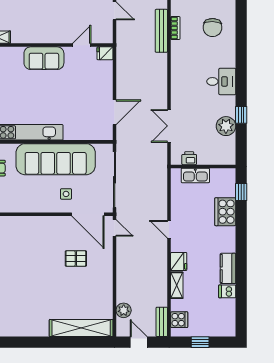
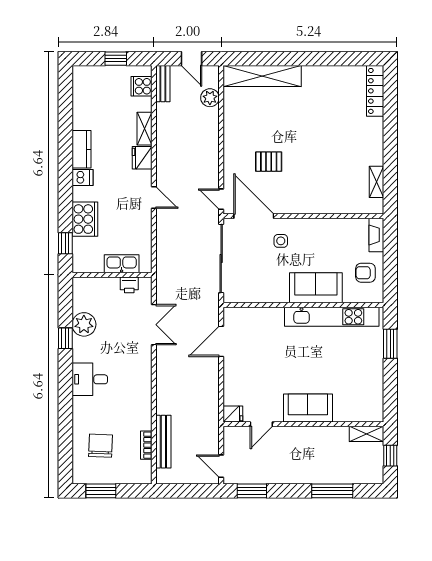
sofa: (56, 159) -> (316, 288), width x0.54, depth x0.79
dishwasher: (227, 291) -> (82, 177), moved

